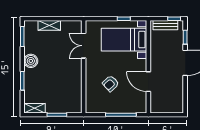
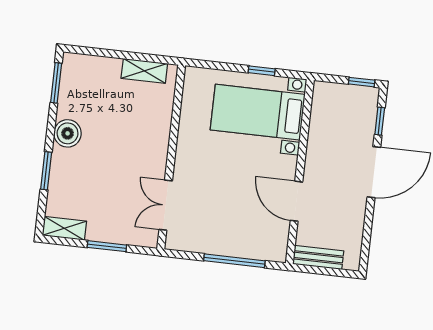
shelving: (49, 25) -> (144, 71), moved
bench: (165, 25) -> (318, 257), moved
double door: (84, 46) -> (166, 205), moved
armchair: (111, 83) -> (221, 196), removed

